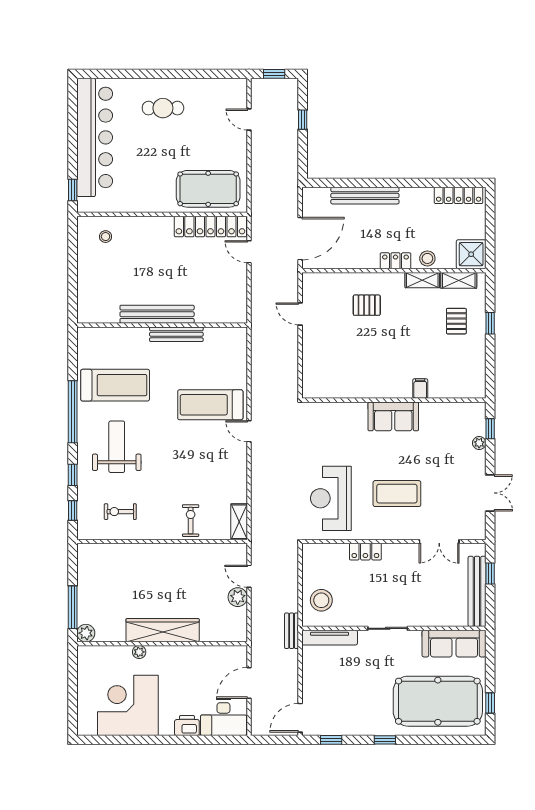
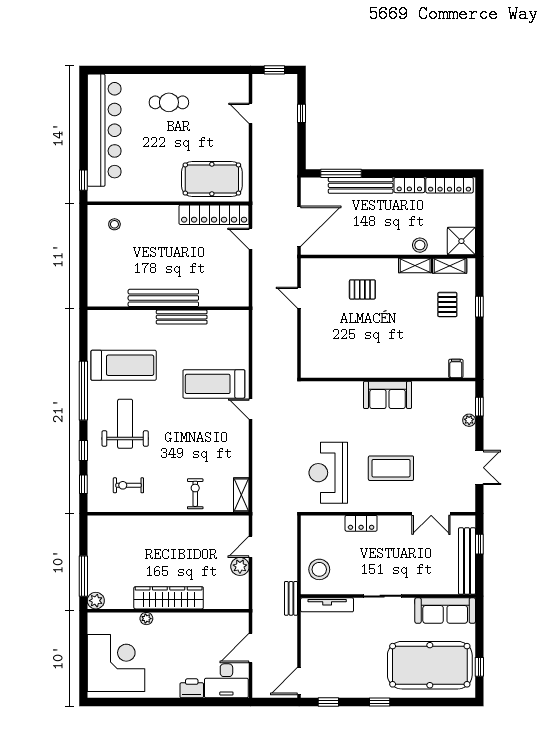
window: (344, 183) -> (341, 173), added
locker: (396, 261) -> (409, 185), moved, turned 180
filing cabinet: (420, 388) -> (456, 368), moved
door: (249, 576) -> (251, 547), hinge flipped
corner desk: (128, 705) -> (116, 663), moved, turned 90

